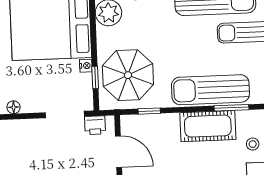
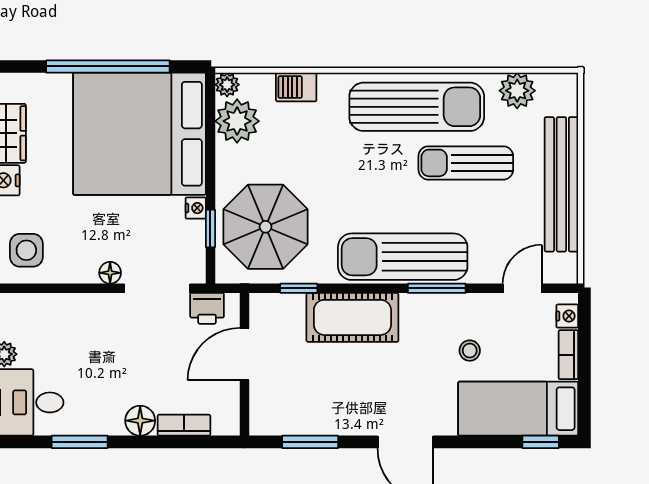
floor lamp: (14, 107) -> (110, 273), moved
cot: (208, 126) -> (352, 317), moved
door: (119, 152) -> (245, 354), swing flipped

